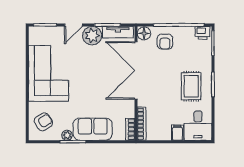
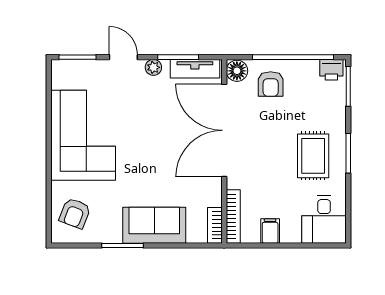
door: (73, 25) -> (123, 57), swing flipped
plant: (92, 36) -> (153, 67), width x0.53, depth x0.53
armchair: (43, 122) -> (75, 213), turned 142
filing cabinet: (177, 133) -> (270, 231), moved
plant: (67, 135) -> (113, 235), removed

